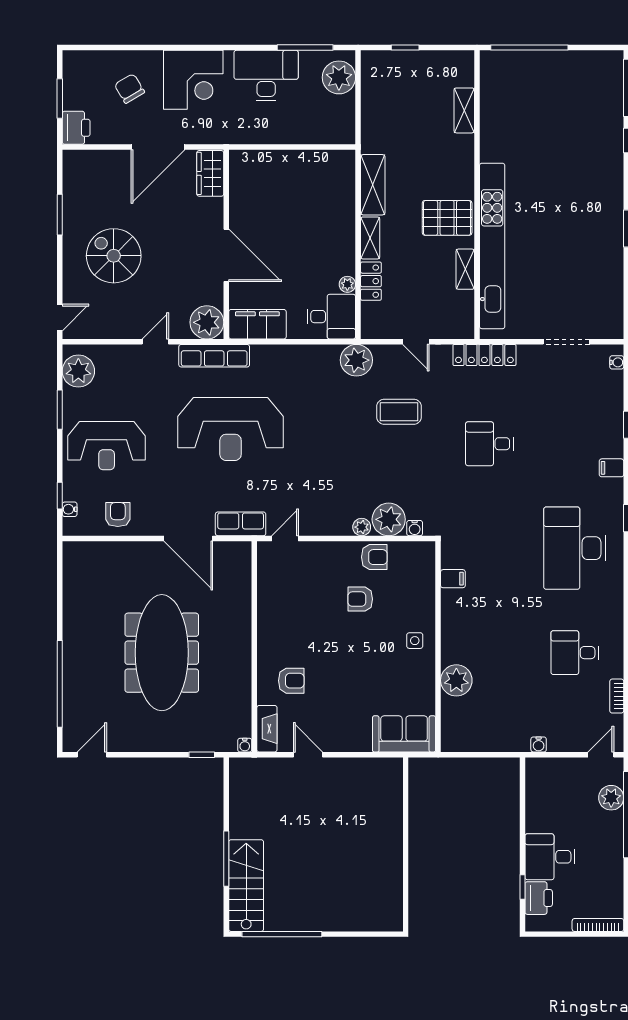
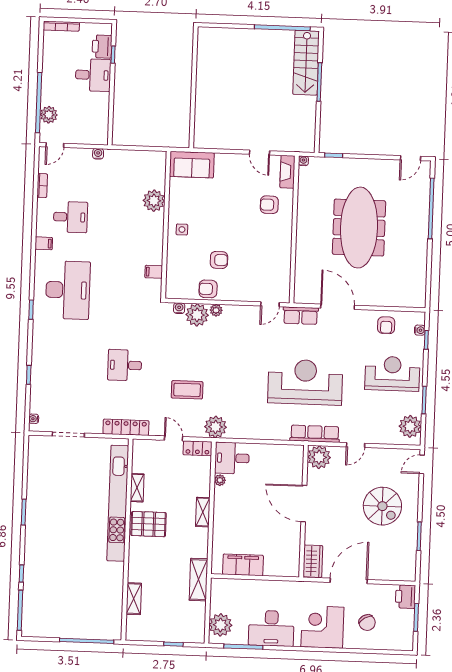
shelving: (373, 185) -> (198, 580), moved
locker: (371, 281) -> (198, 448), moved, turned -90
filing cabinet: (257, 324) -> (243, 565), moved, turned 180
desk: (489, 444) -> (125, 365), turned 180
filing cabinet: (611, 468) -> (44, 243), moved

